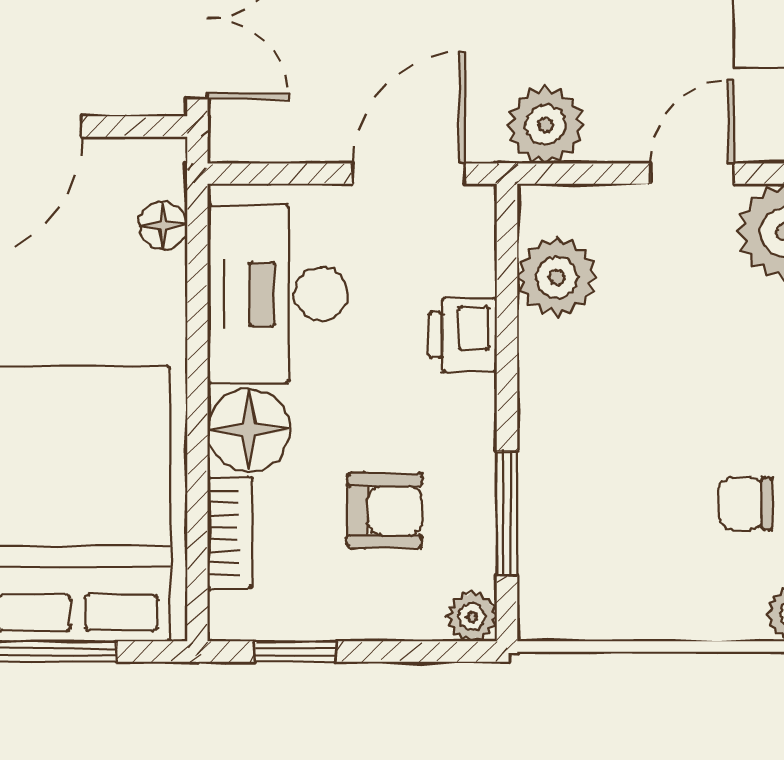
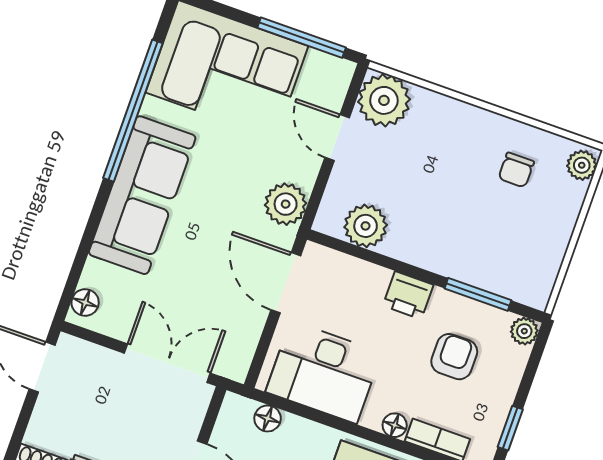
printer: (463, 335) -> (408, 295), moved
floor lamp: (249, 430) -> (395, 425), width x0.53, depth x0.53

